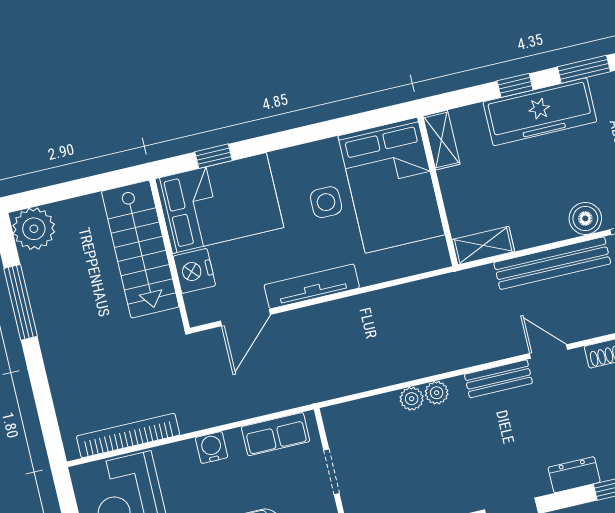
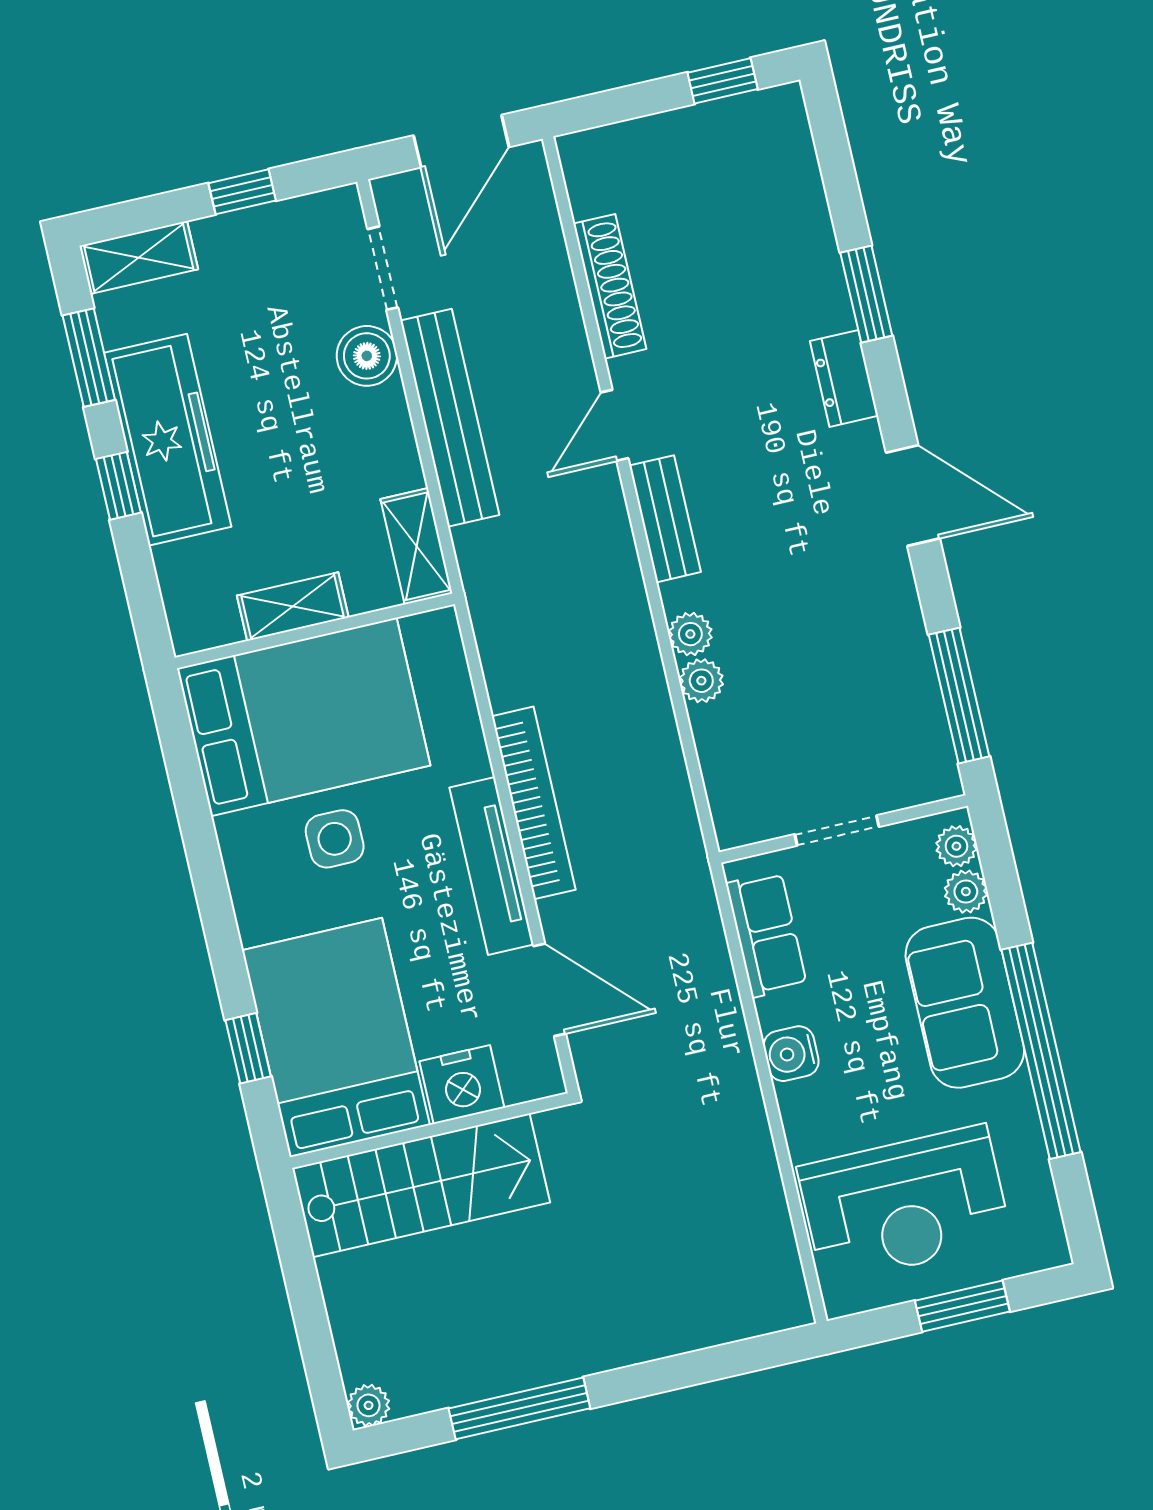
shelving: (441, 140) -> (293, 607), moved
plant: (34, 229) -> (369, 1405), width x0.53, depth x0.53
bookcase: (128, 435) -> (534, 803), moved, turned 180

